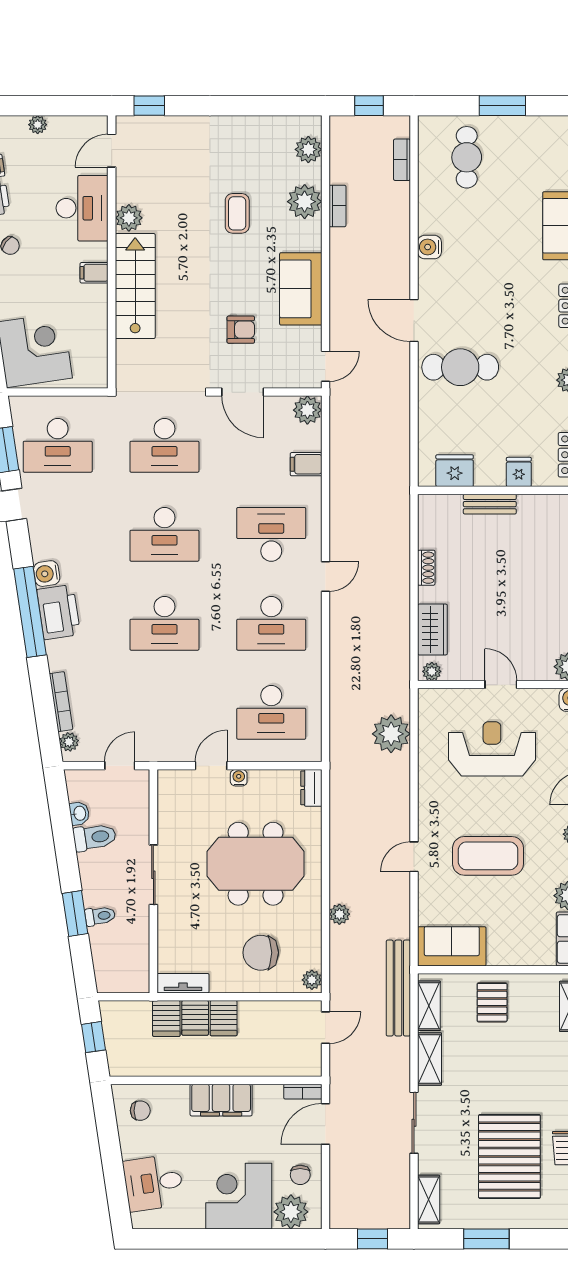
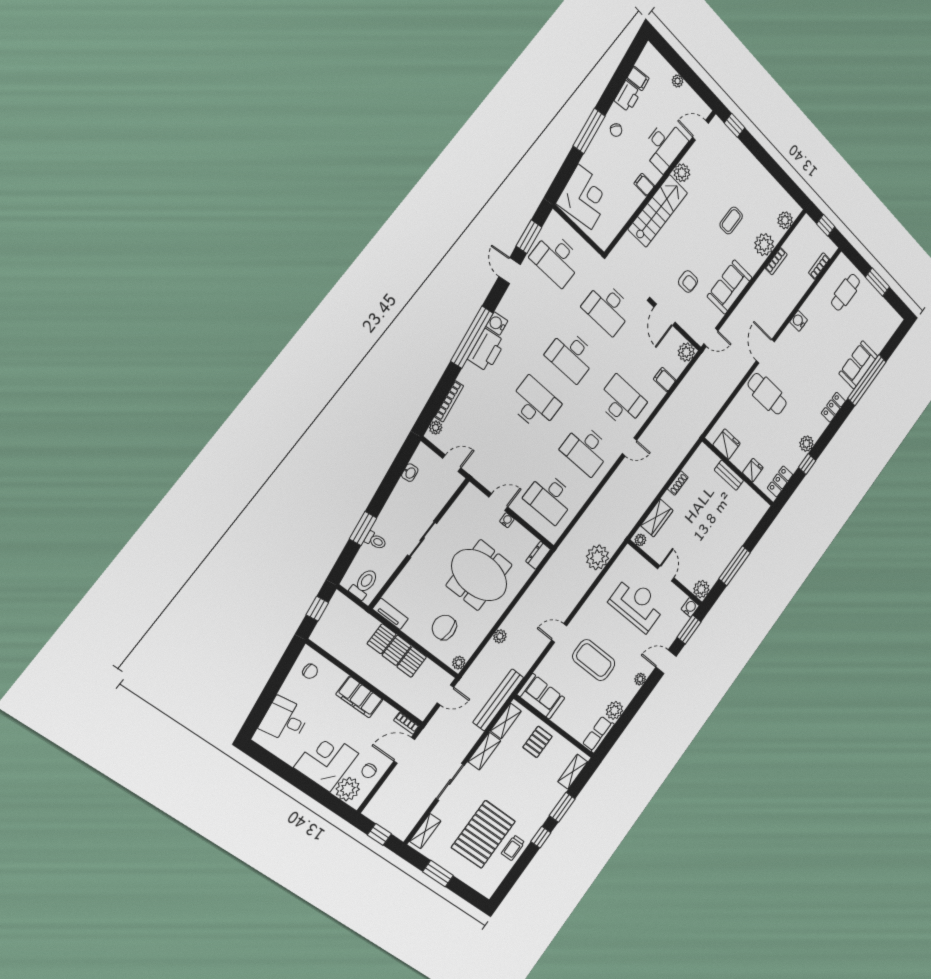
desk: (164, 623) -> (535, 404), turned 180
toilet: (95, 837) -> (364, 584), moved, turned -82
server rack: (166, 1019) -> (412, 662), moved

